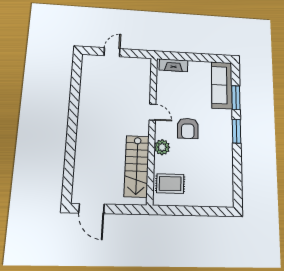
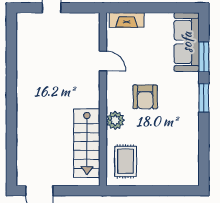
door: (153, 112) -> (103, 61), moved
rug: (170, 184) -> (126, 161), turned 90

